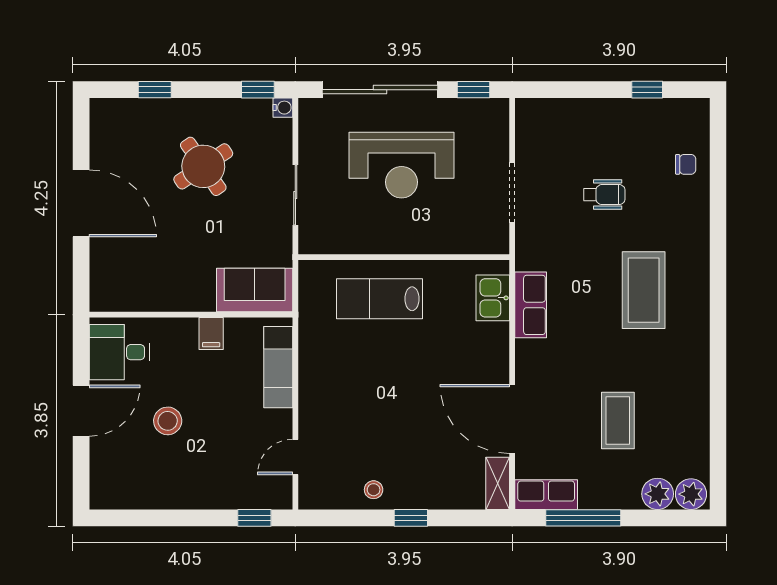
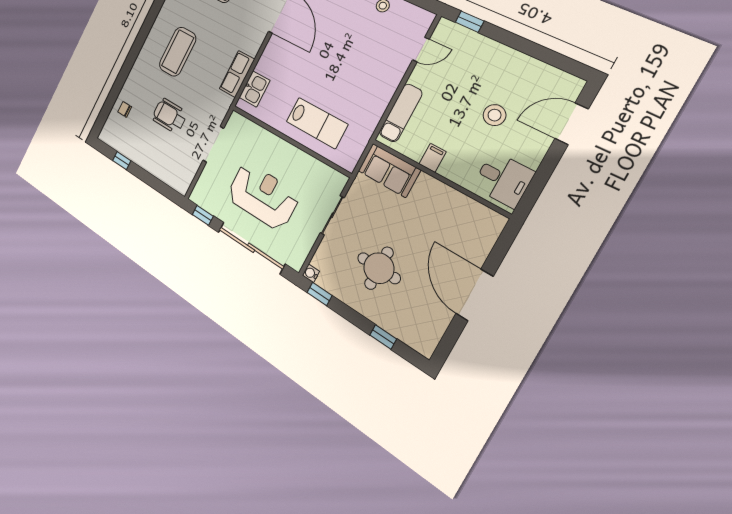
round table: (203, 166) -> (379, 268), turned 34
wheelchair: (604, 195) -> (170, 116), width x1.36, depth x1.37
door: (81, 411) -> (572, 124), moved

